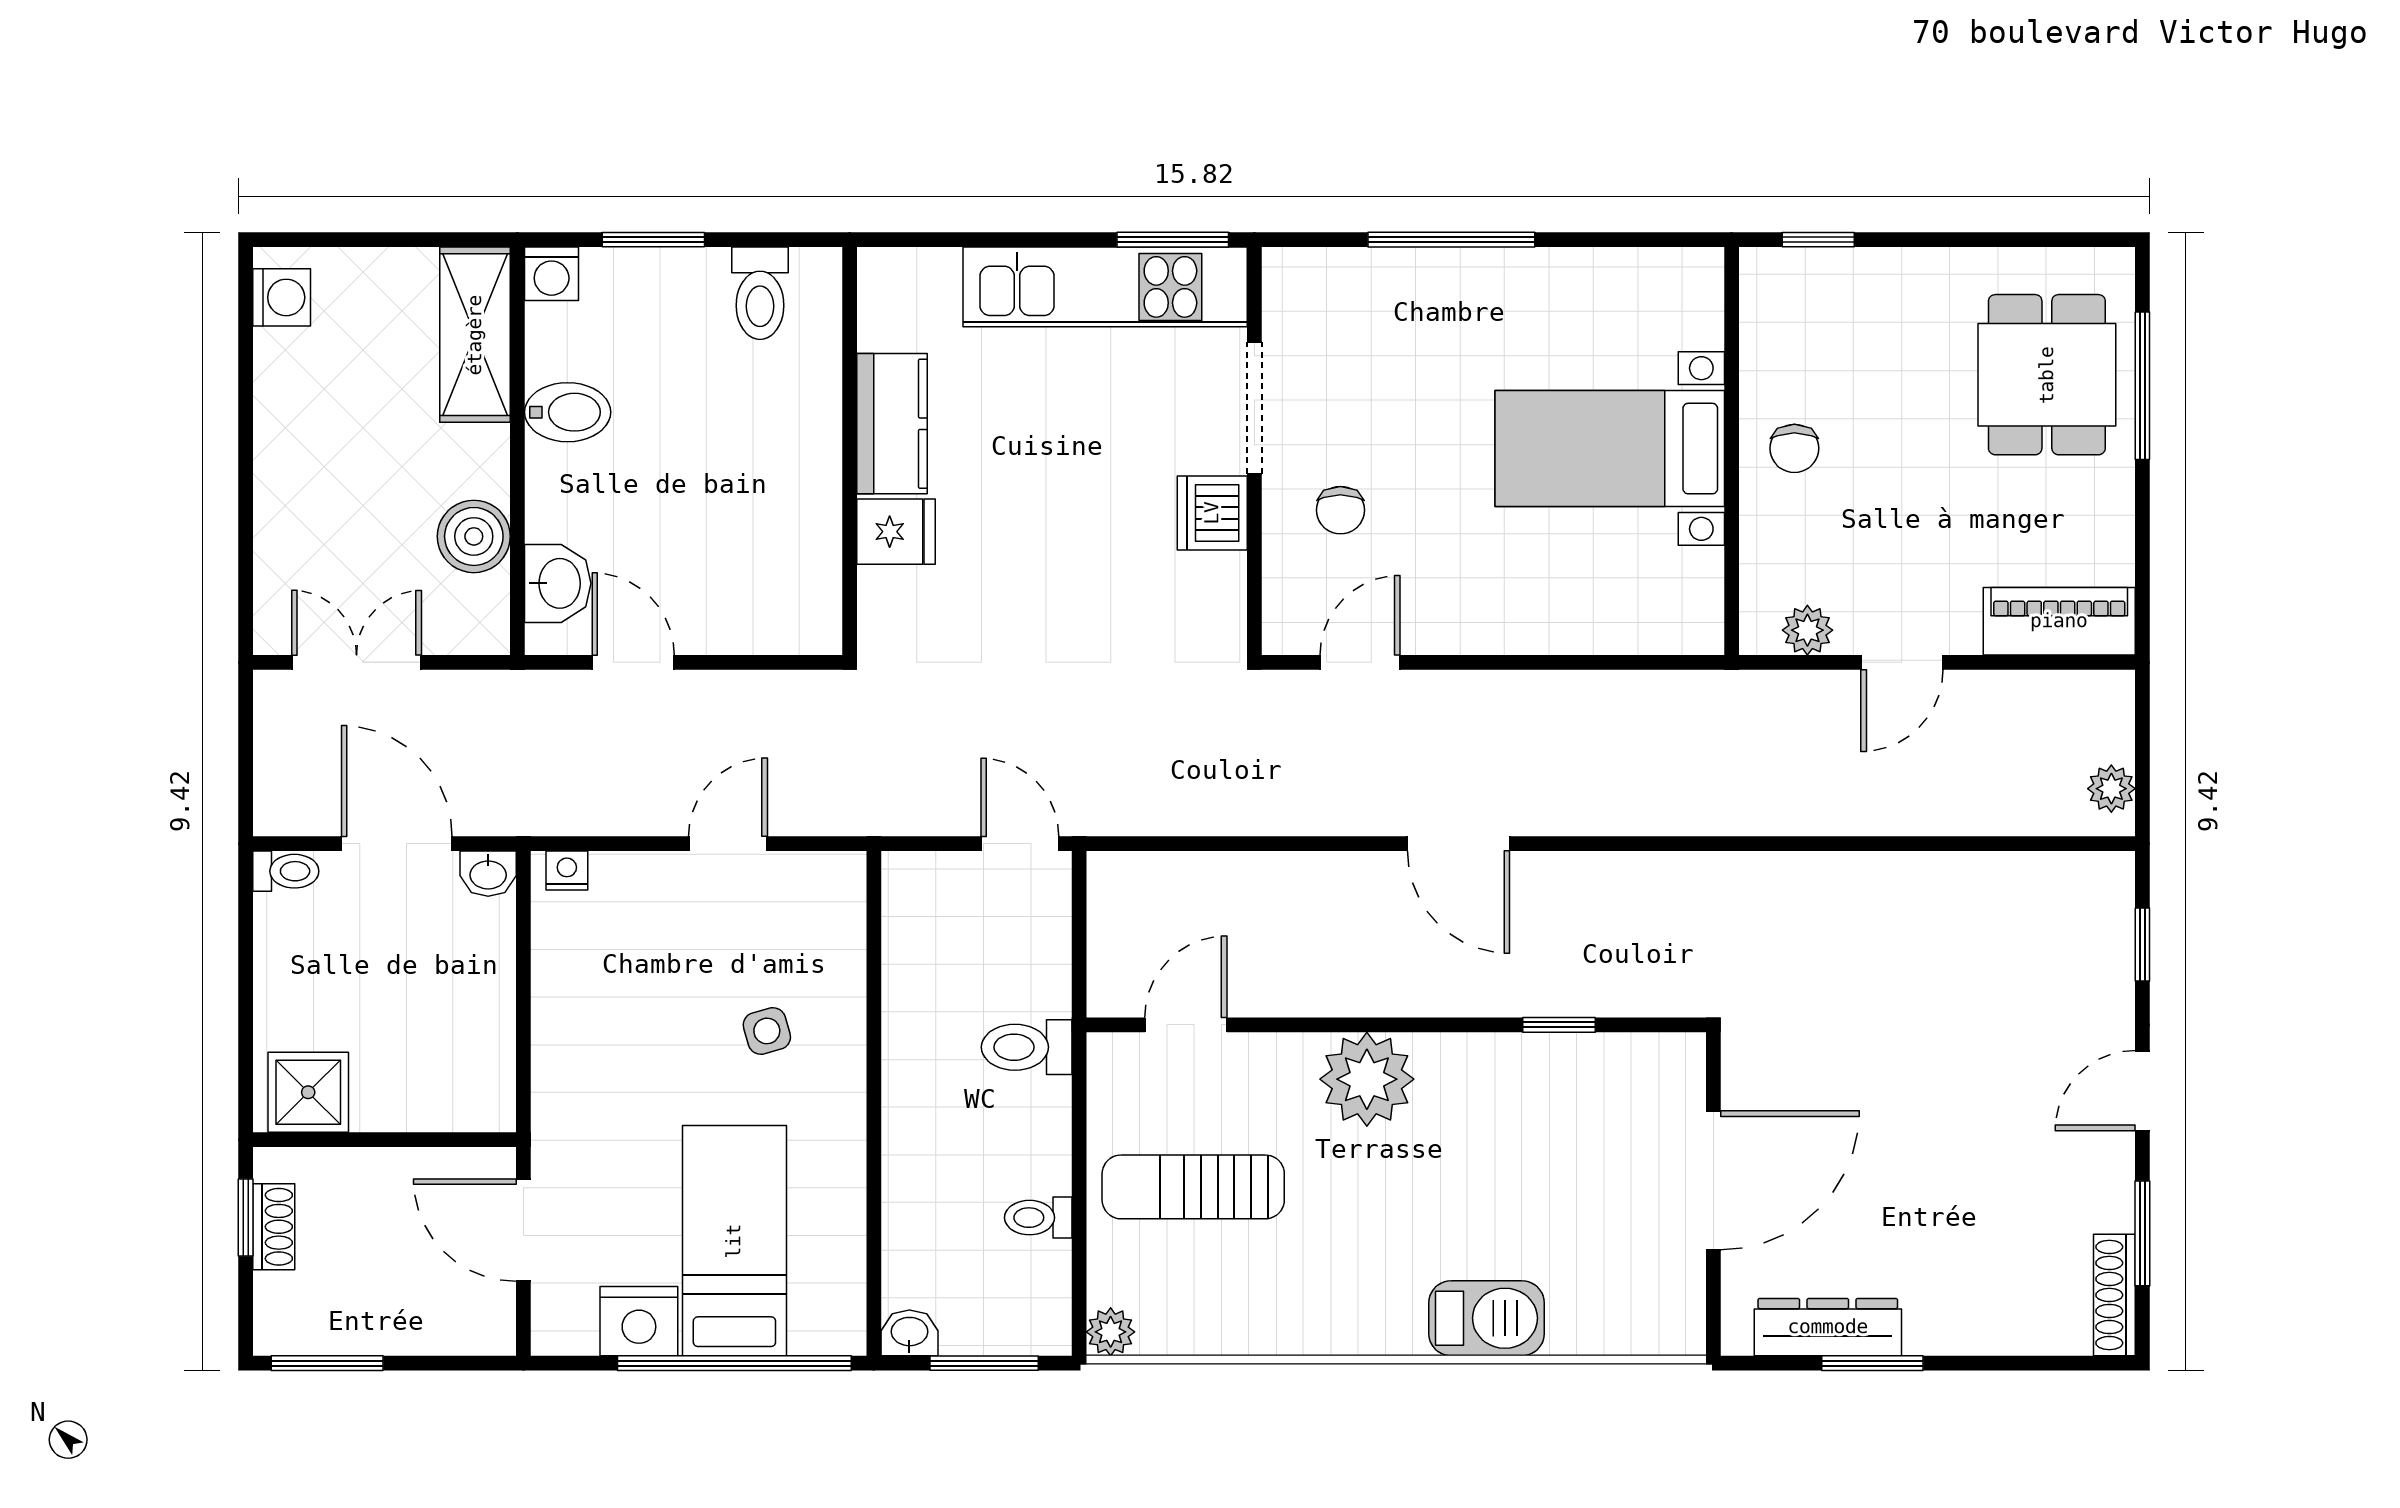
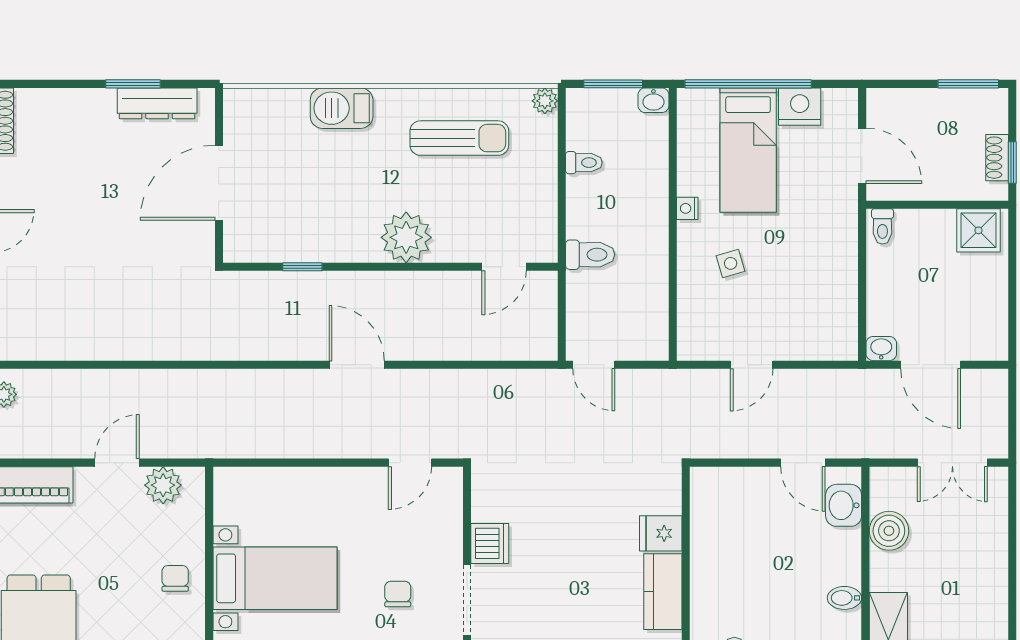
bidet: (568, 412) -> (844, 598), width x0.72, depth x0.74
chair: (1340, 510) -> (398, 594), moved
plant: (1807, 630) -> (163, 485), width x1.38, depth x1.38
toilet: (286, 871) -> (882, 226), moved, turned -90
nightstand: (567, 871) -> (687, 208), moved, turned 90
sun lounger: (1193, 1187) -> (459, 138), moved

